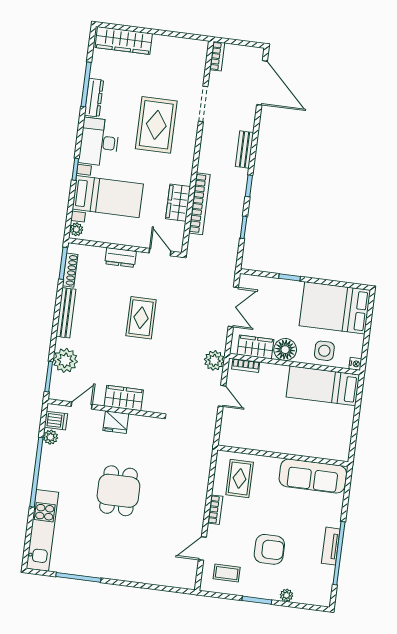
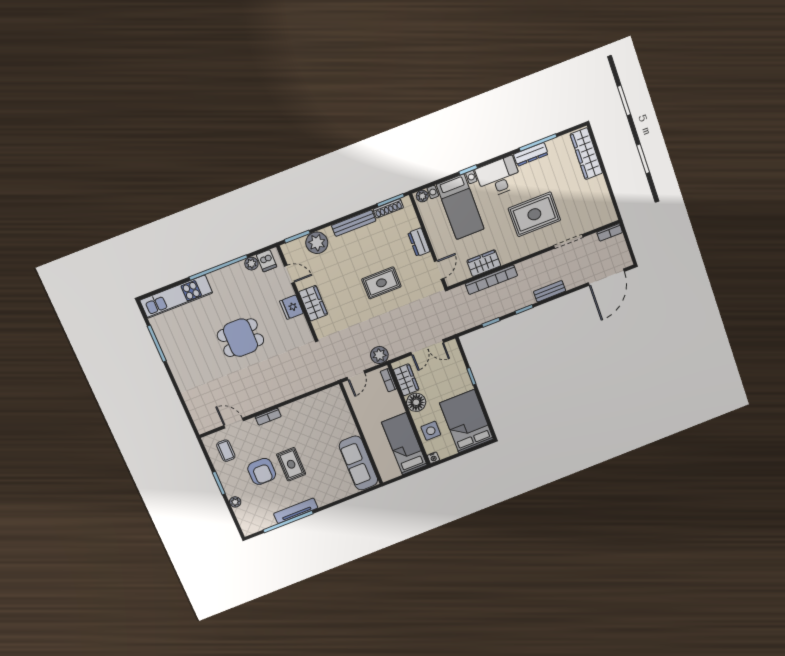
wall: (283, 456) -> (361, 434), moved
sofa: (313, 476) -> (358, 463), moved
rug: (240, 478) -> (291, 464), moved, turned 90
tv unit: (331, 546) -> (296, 511), width x1.41

